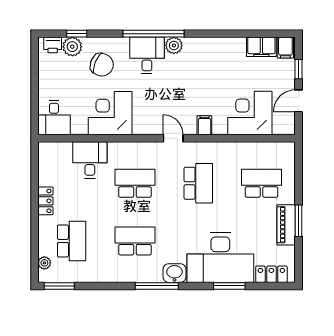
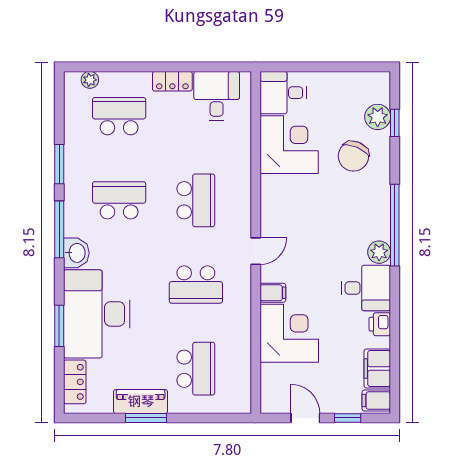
printer: (53, 45) -> (380, 324), moved
desk: (147, 55) -> (366, 288), moved
corner desk: (110, 113) -> (289, 145), moved
corner desk: (250, 113) -> (289, 333), moved
desk: (90, 160) -> (217, 96), moved, turned -90
school desk: (72, 241) -> (119, 116), turned 180
school desk: (135, 241) -> (119, 200), turned -90
window: (59, 286) -> (59, 164), moved

